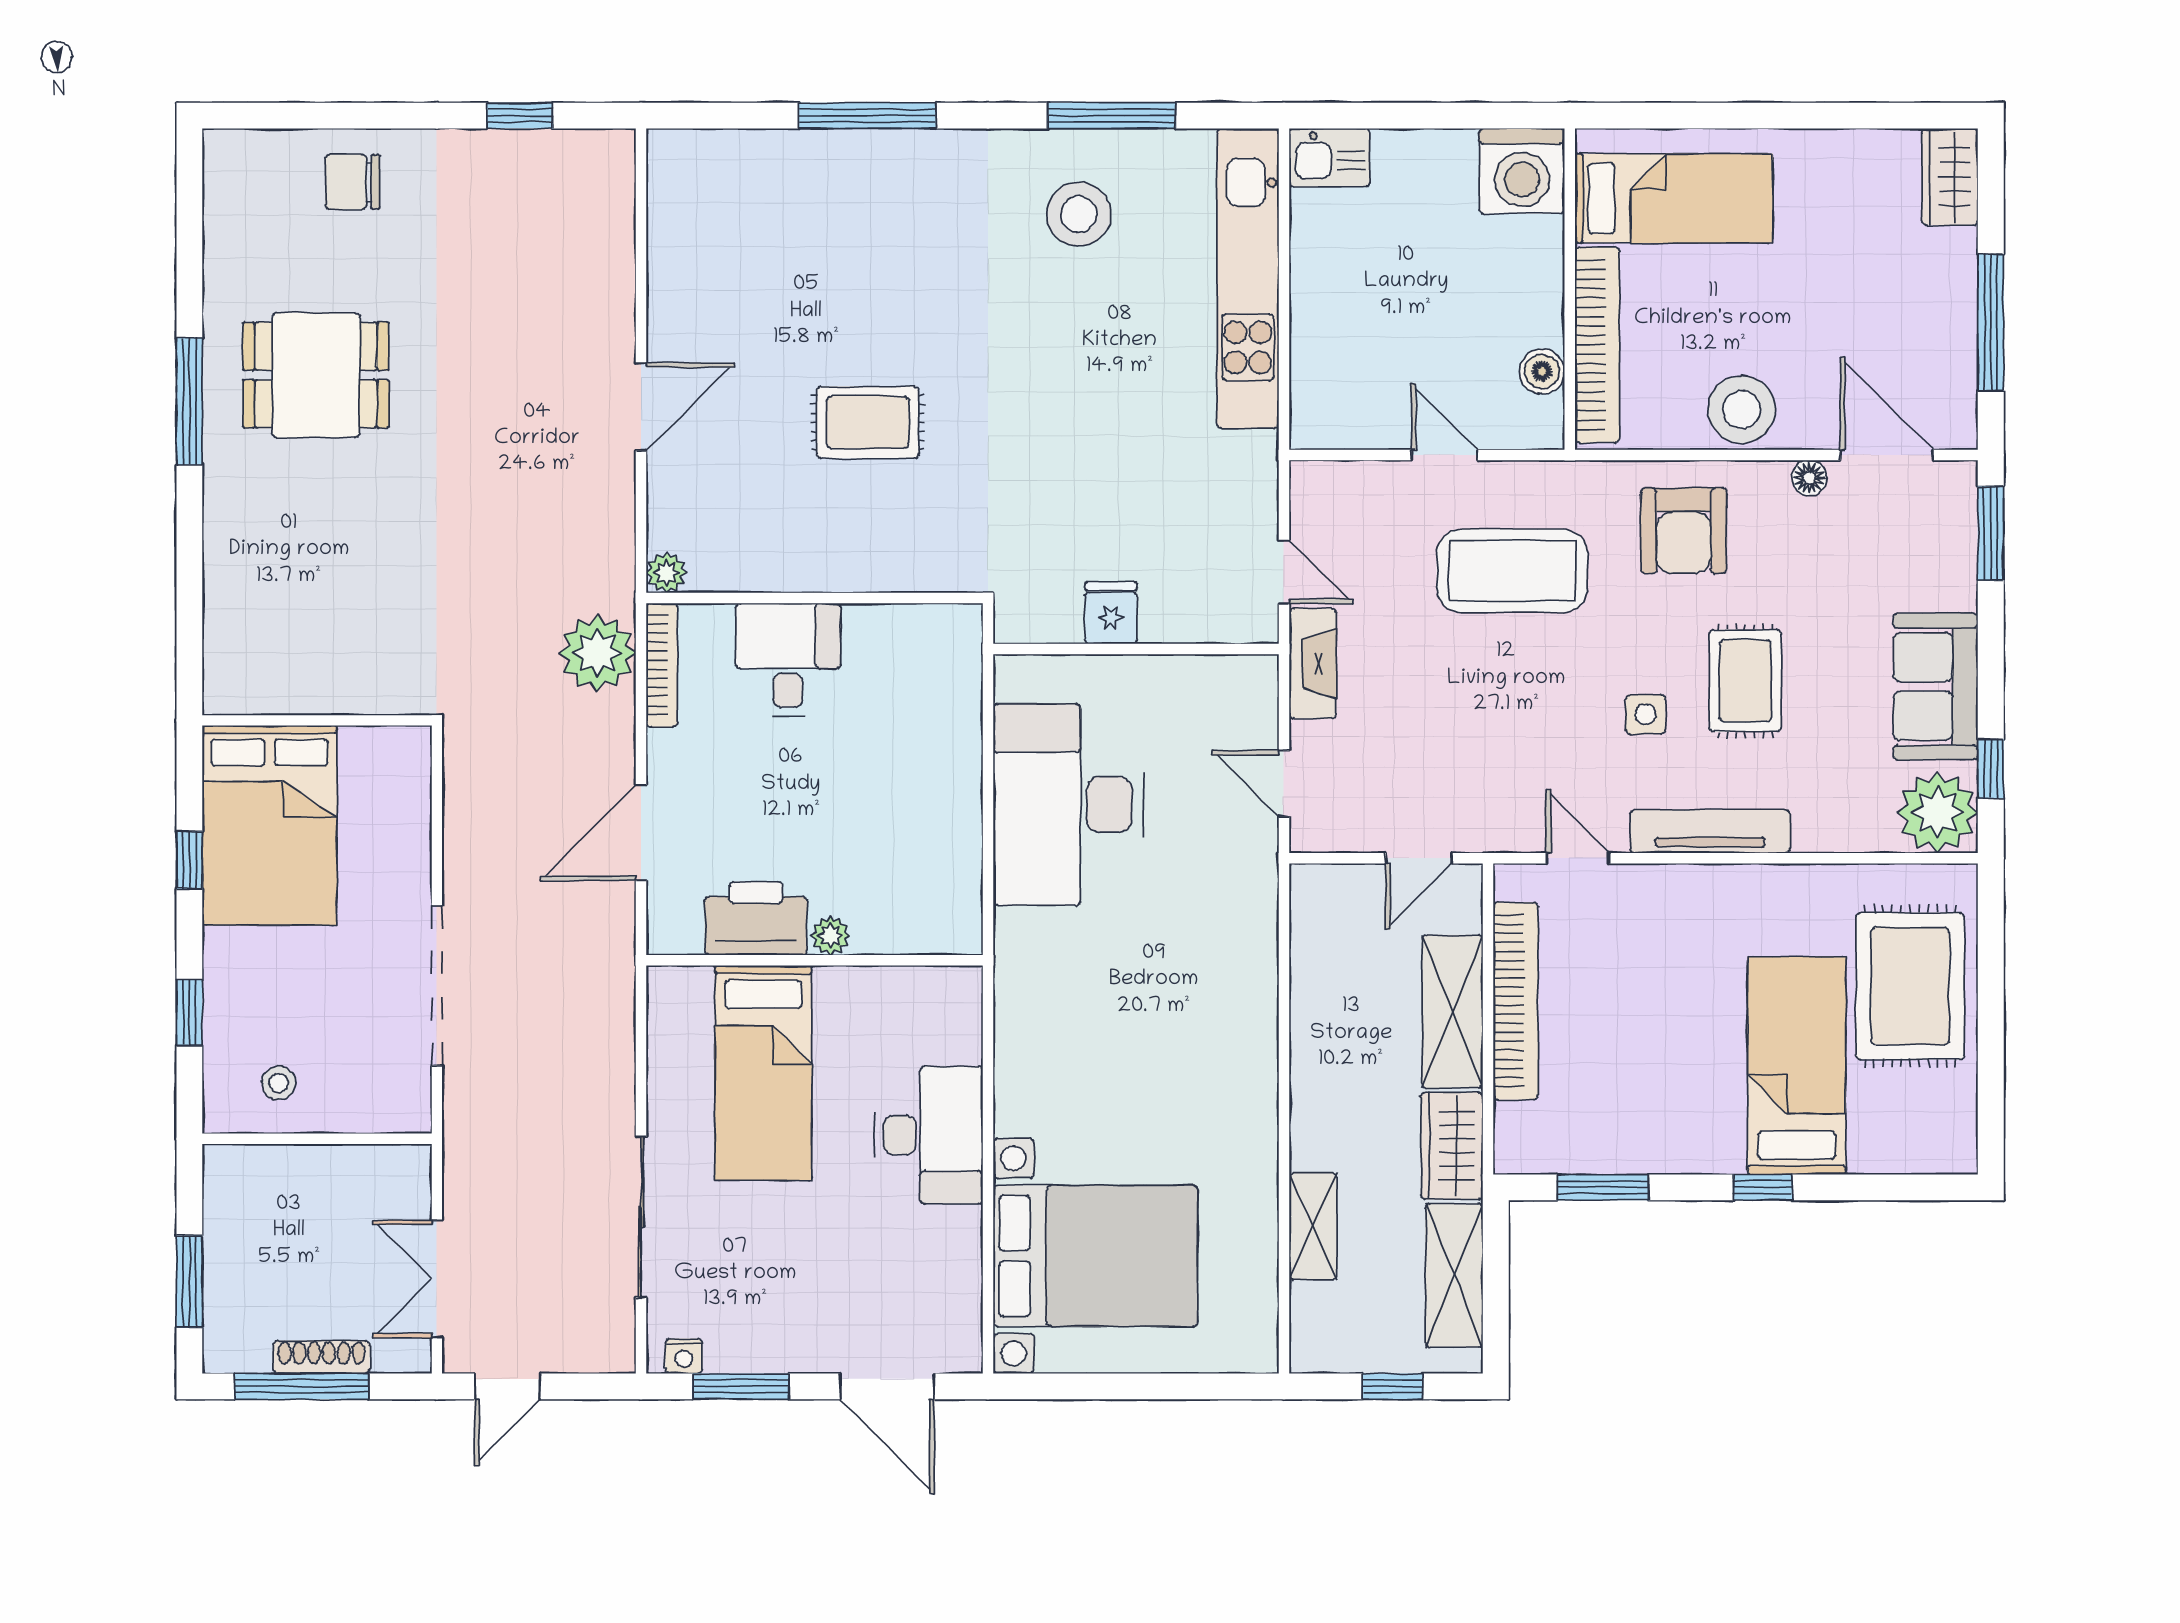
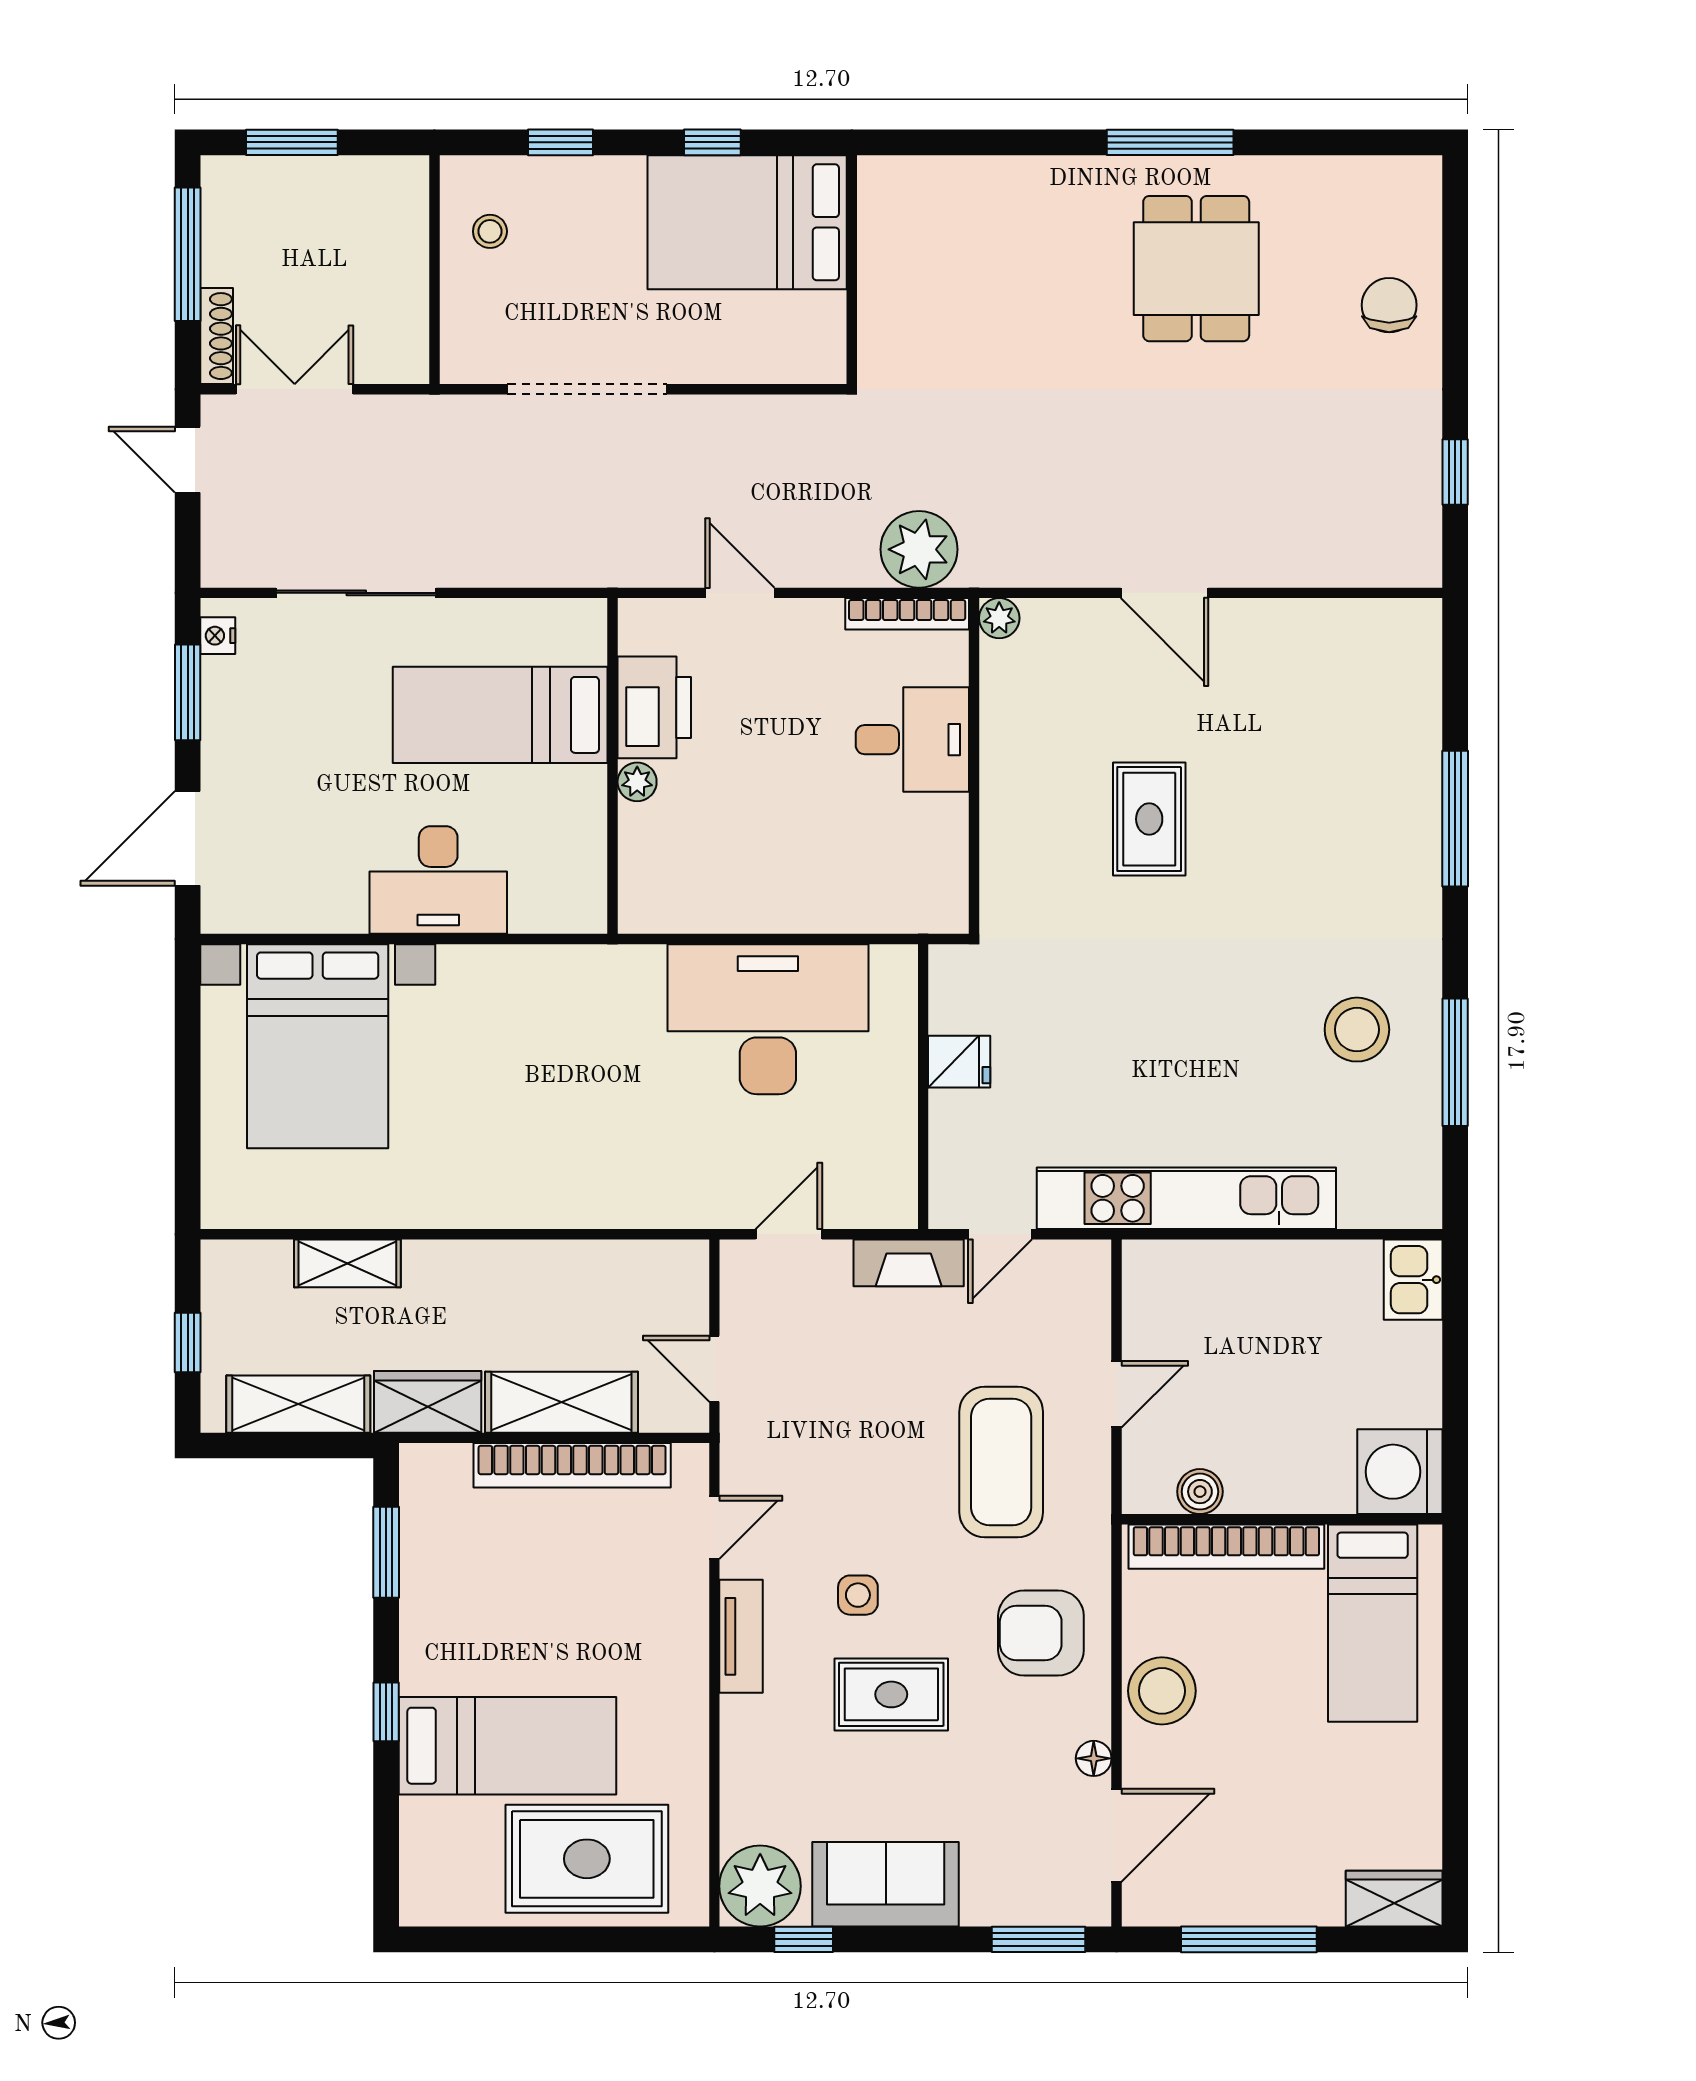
kitchen unit: (1248, 278) -> (1186, 1198), moved
tv unit: (1710, 831) -> (741, 1636), width x0.71
door: (641, 833) -> (740, 593), width x0.73
shoe rack: (321, 1357) -> (217, 336), moved

